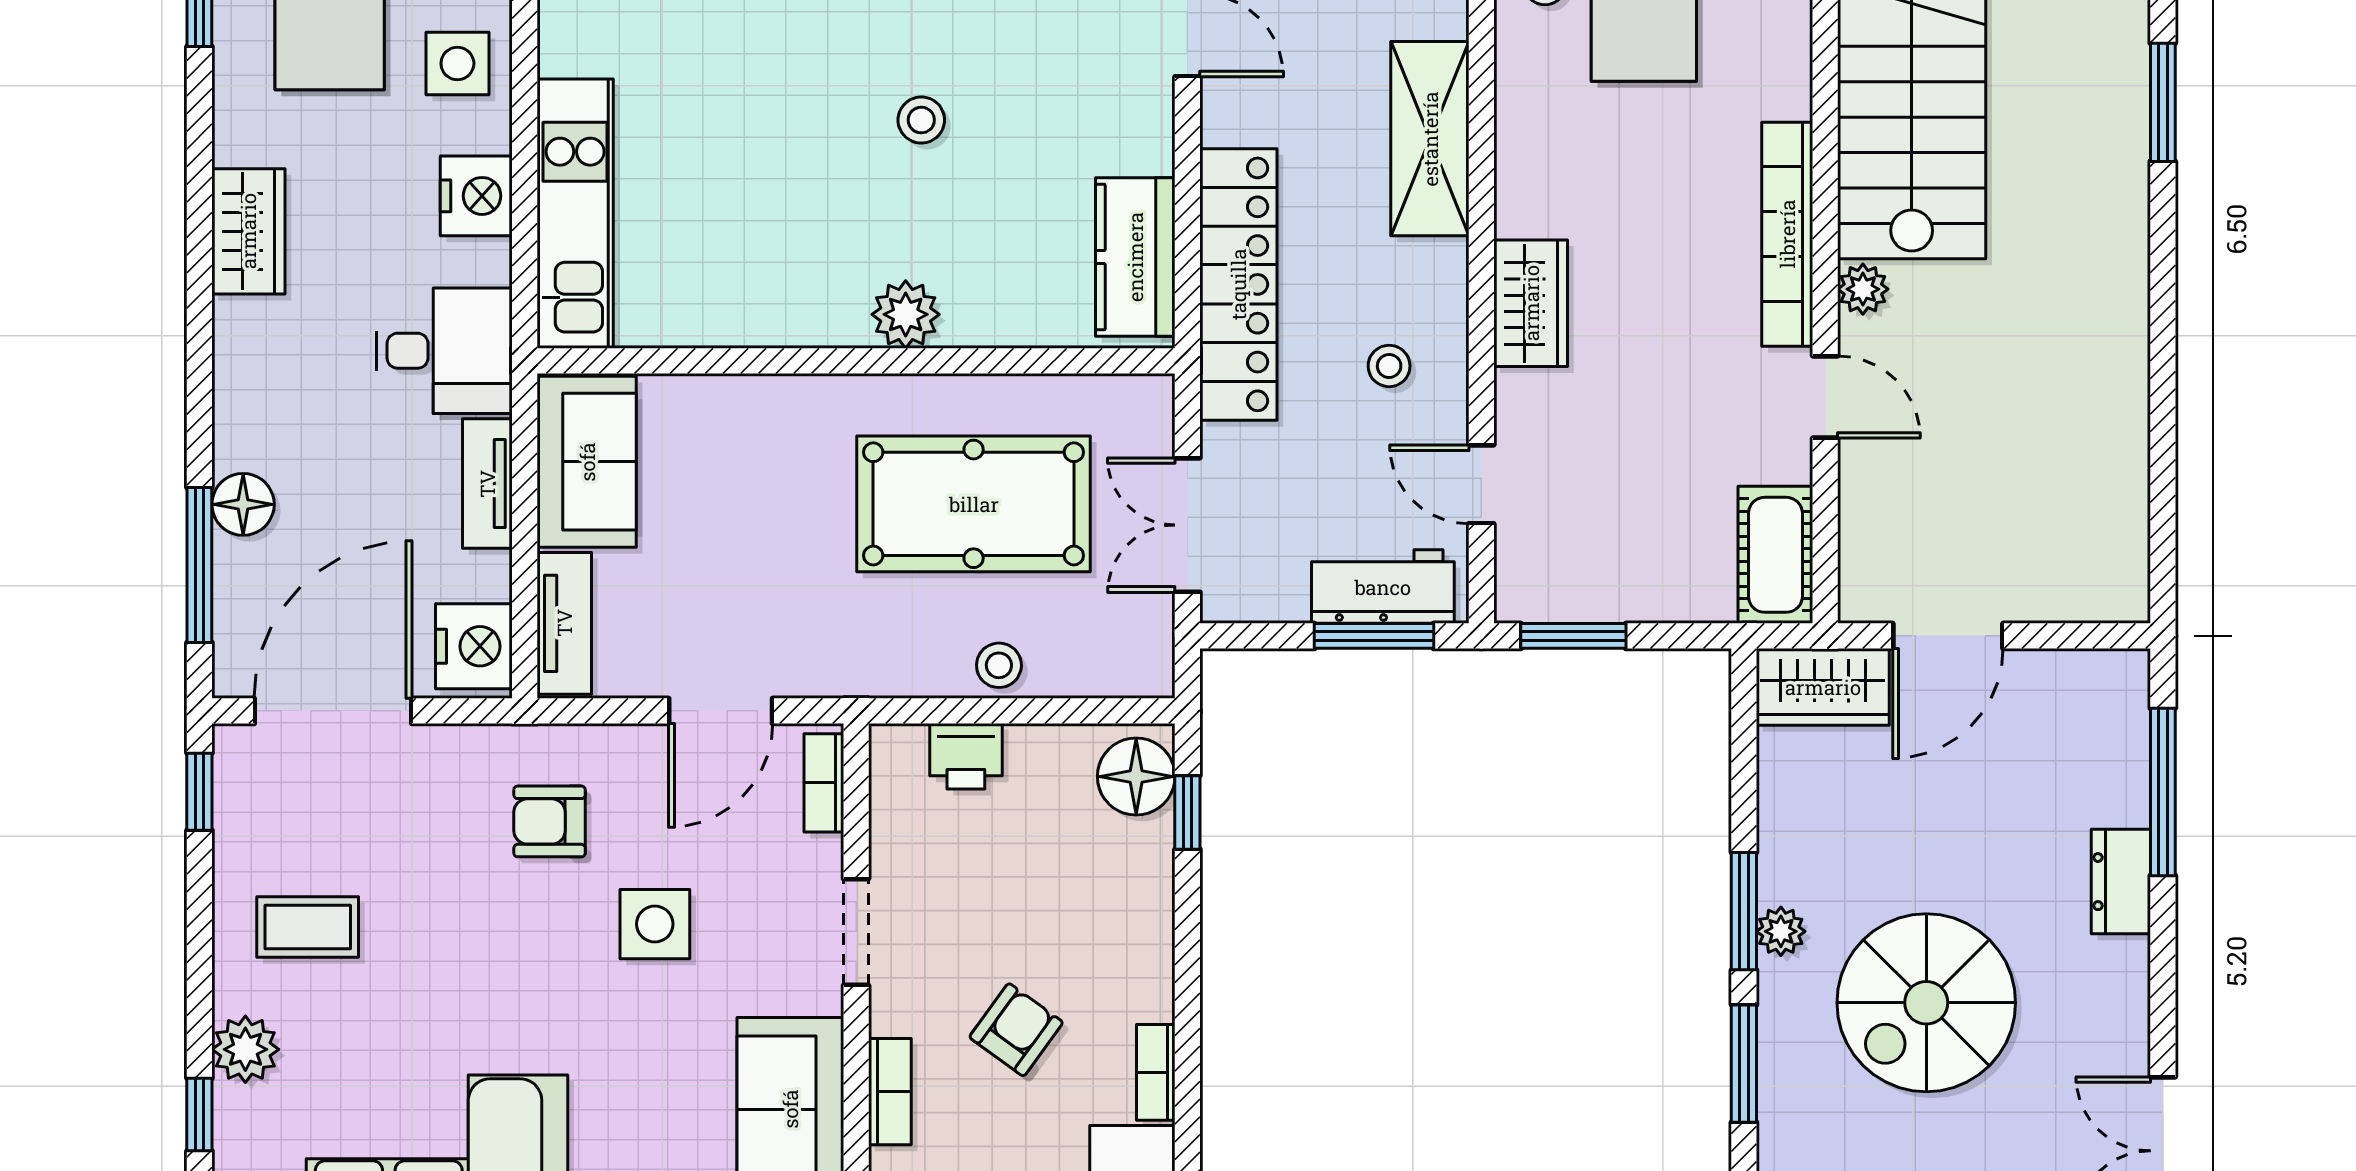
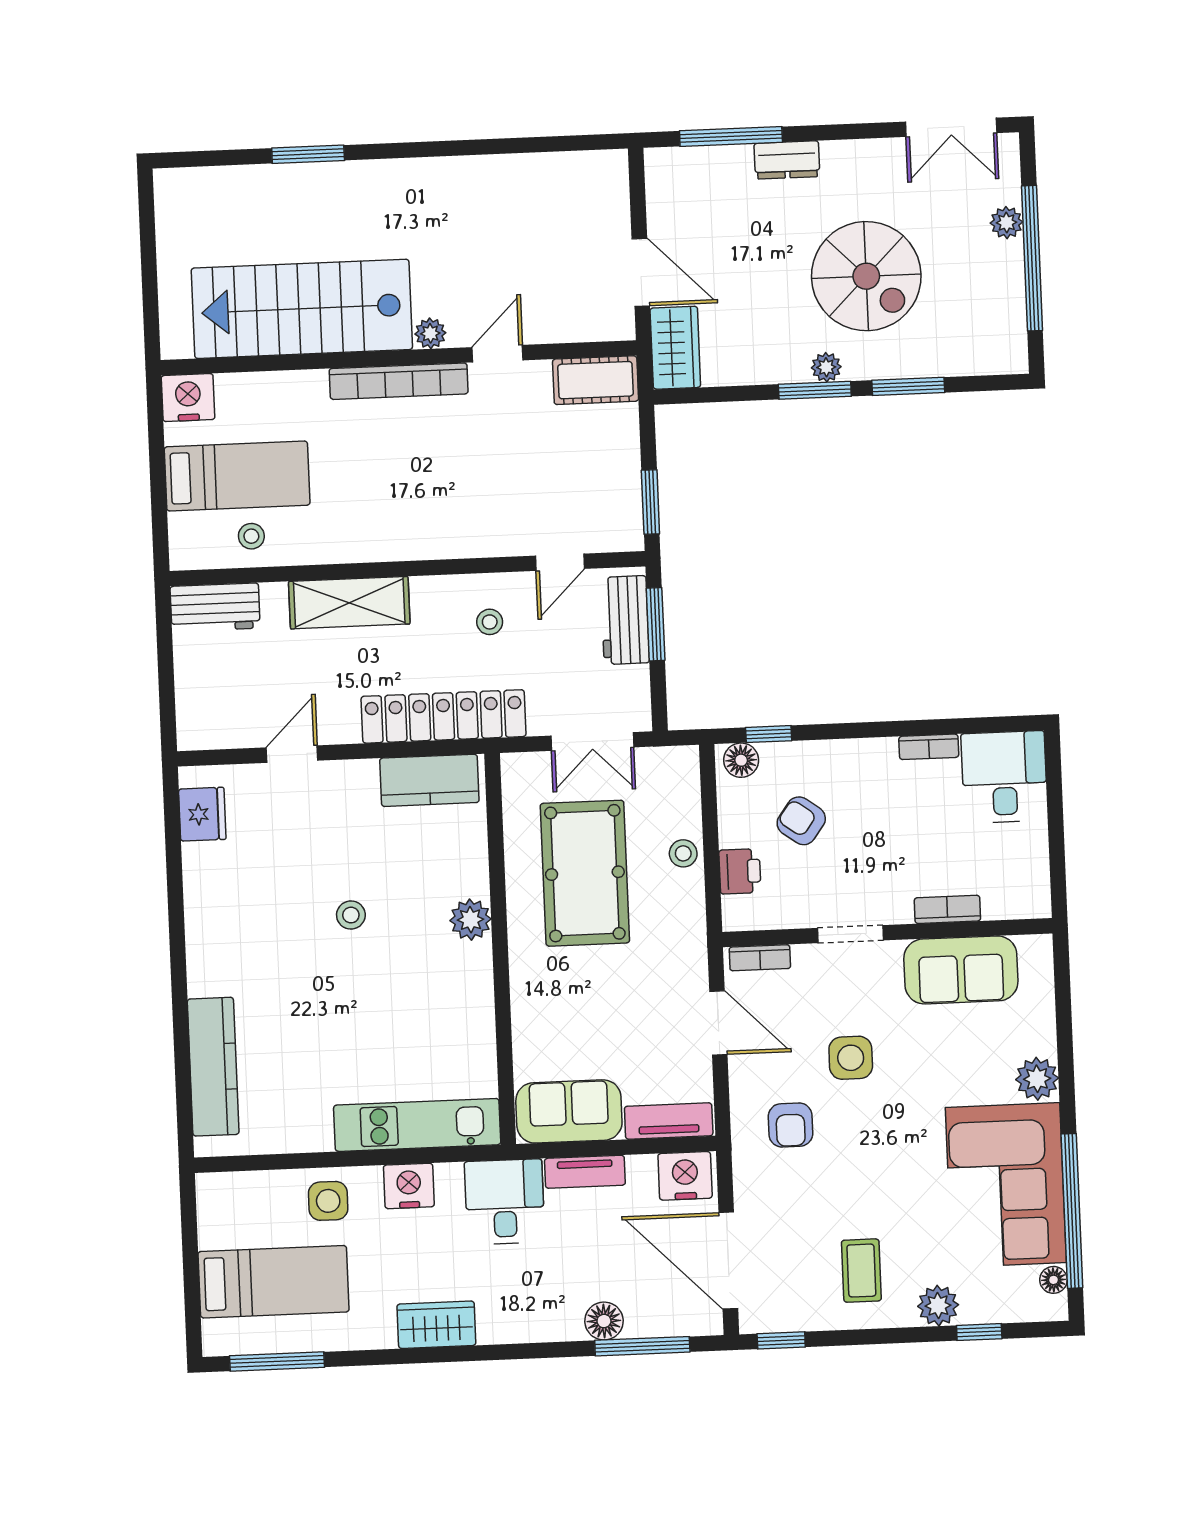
wardrobe: (1531, 303) -> (448, 537), removed
floor lamp: (1136, 777) -> (741, 760), width x0.73, depth x0.73
armchair: (1016, 1030) -> (801, 821), moved

